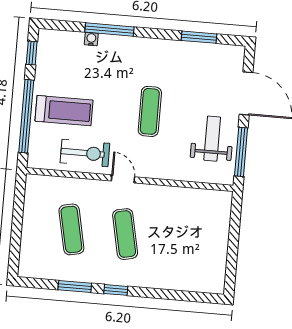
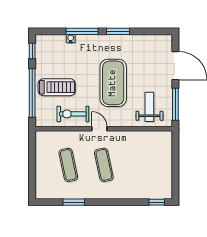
window: (199, 37) -> (118, 31), moved
exercise mat: (150, 111) -> (113, 83), width x2.00, depth x1.45
weight bench: (212, 139) -> (149, 107), moved
exercise bike: (85, 153) -> (73, 114), turned 180
window: (116, 290) -> (157, 202), moved

